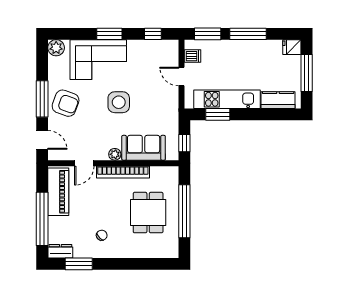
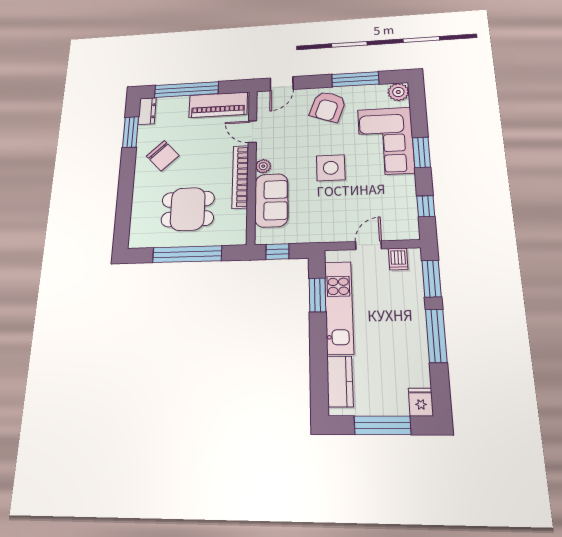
window: (42, 99) -> (355, 79), moved
chair: (102, 235) -> (163, 156), width x1.87, depth x1.87

